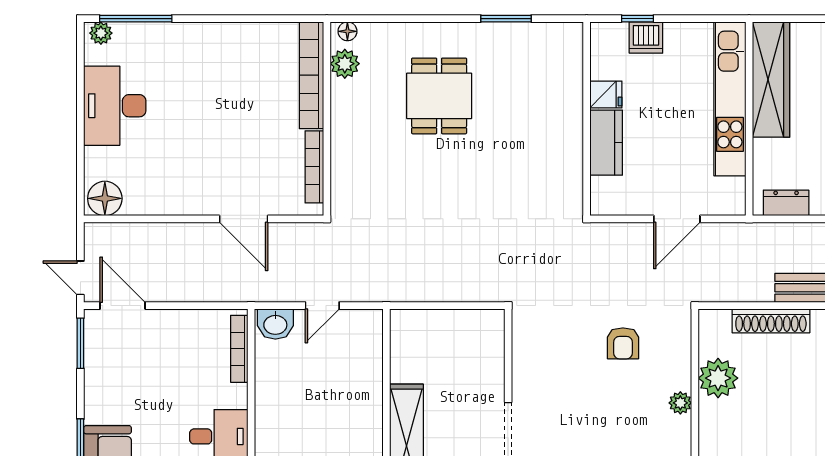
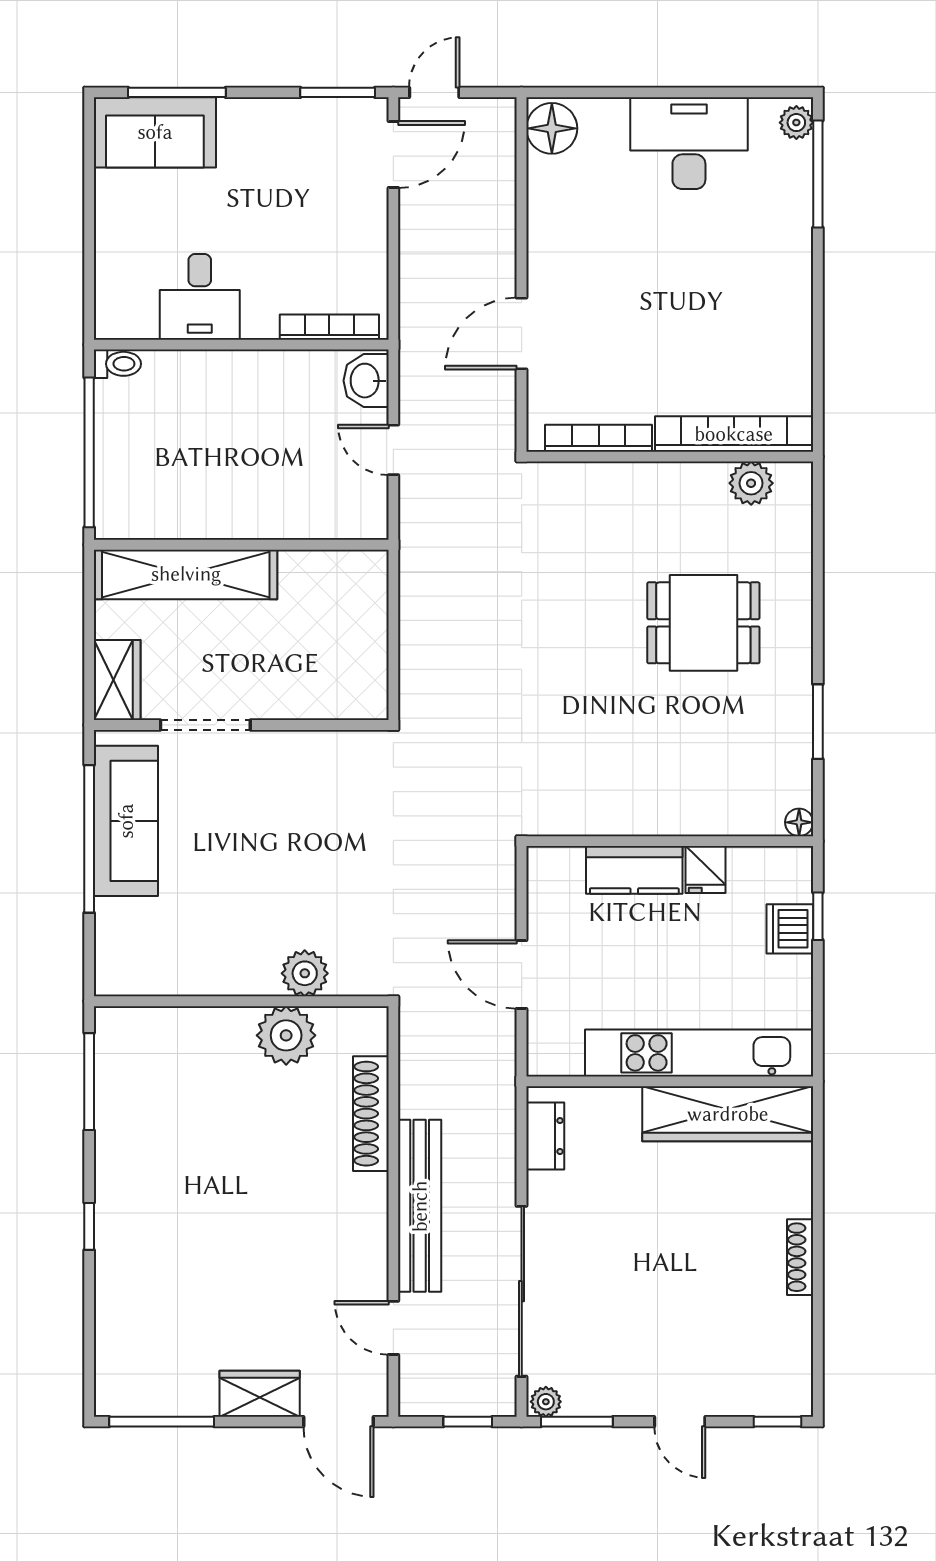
floor lamp: (347, 31) -> (799, 822), moved
armchair: (623, 343) -> (338, 895), removed
plant: (680, 403) -> (305, 973), moved, width x1.38, depth x1.38

